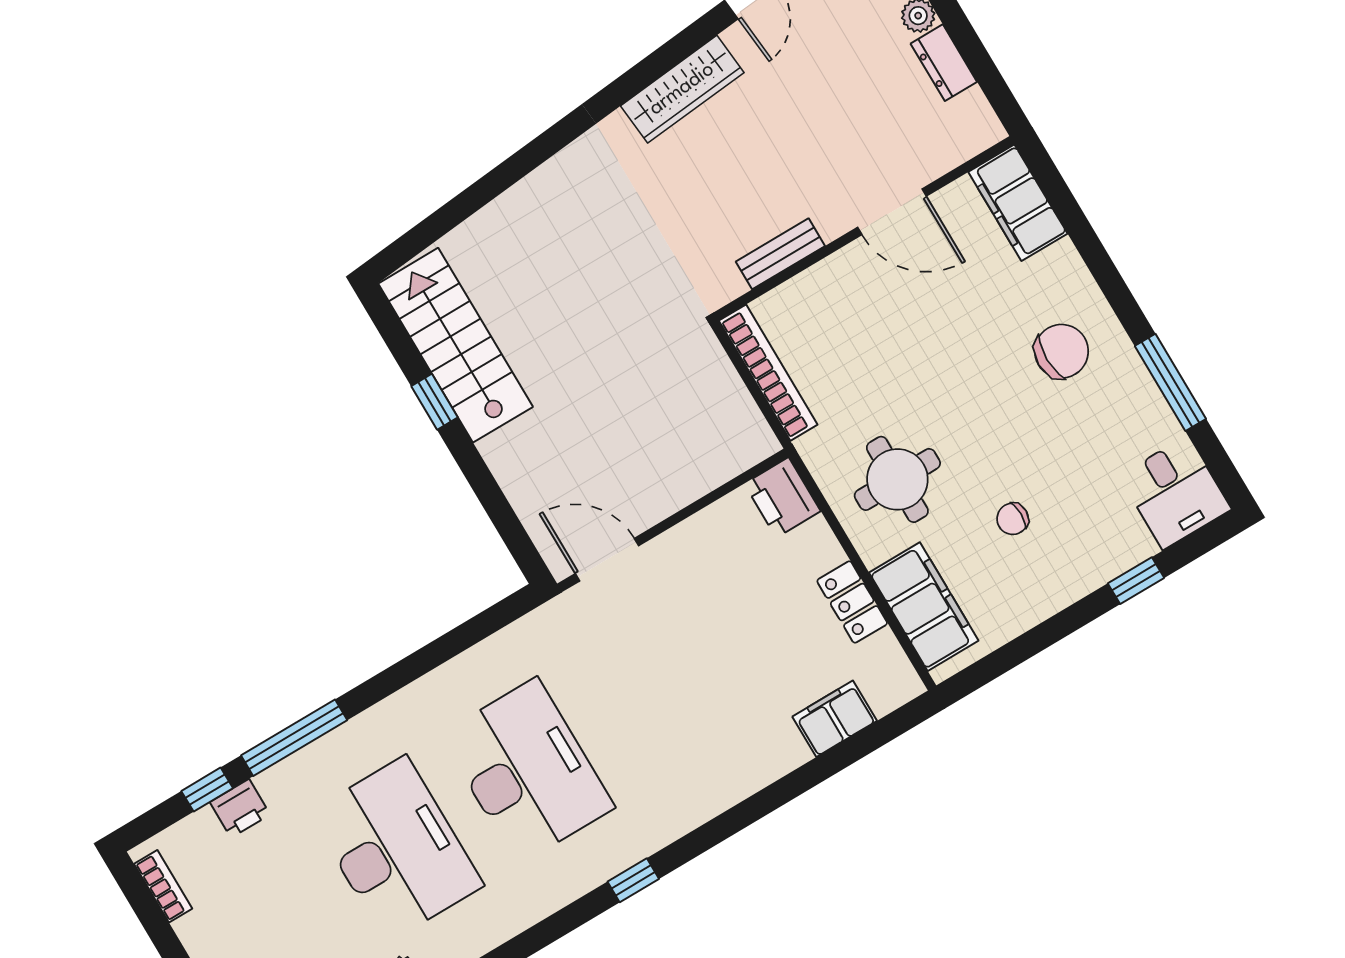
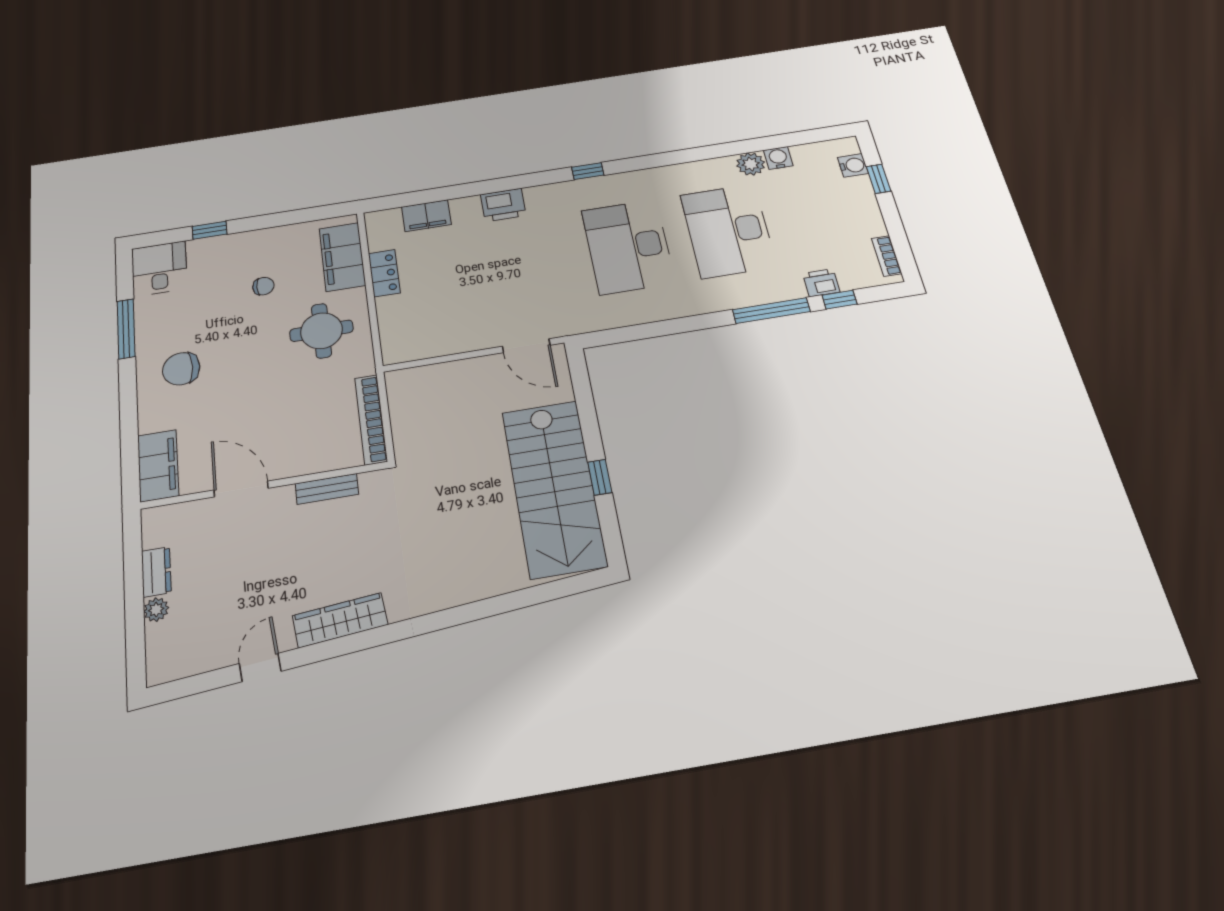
stairs: (456, 345) -> (554, 488), width x1.36, depth x1.51
printer: (782, 497) -> (503, 205), moved, turned 90

